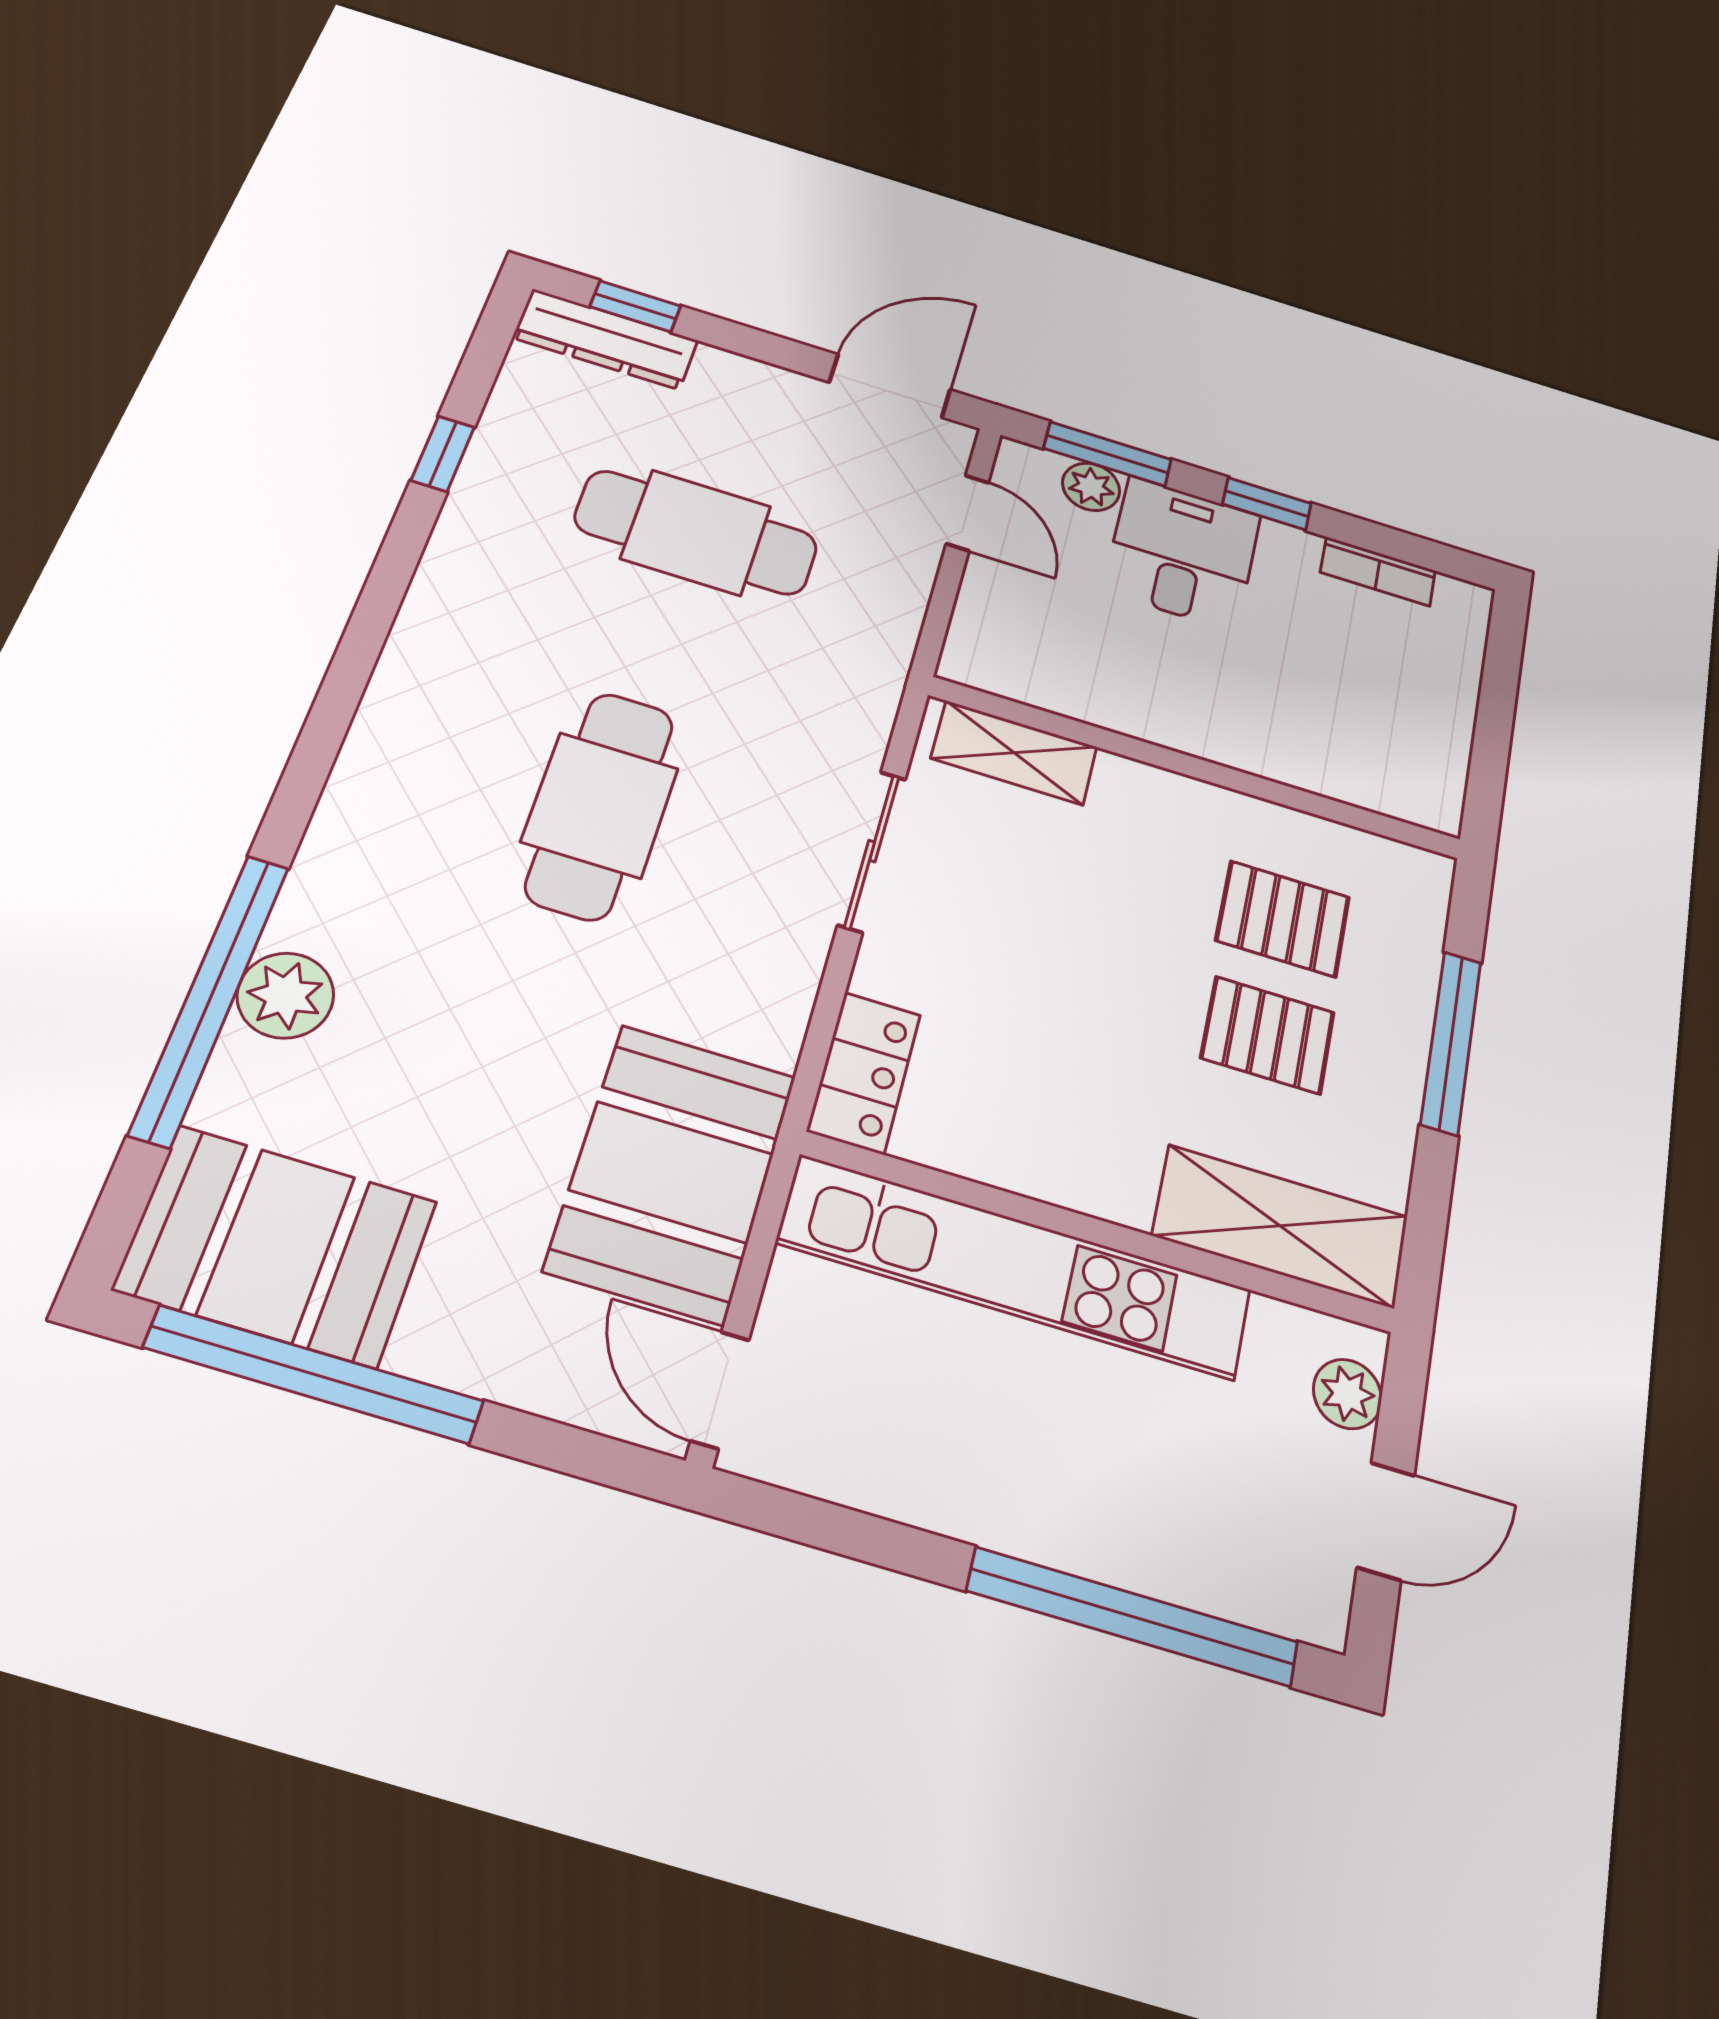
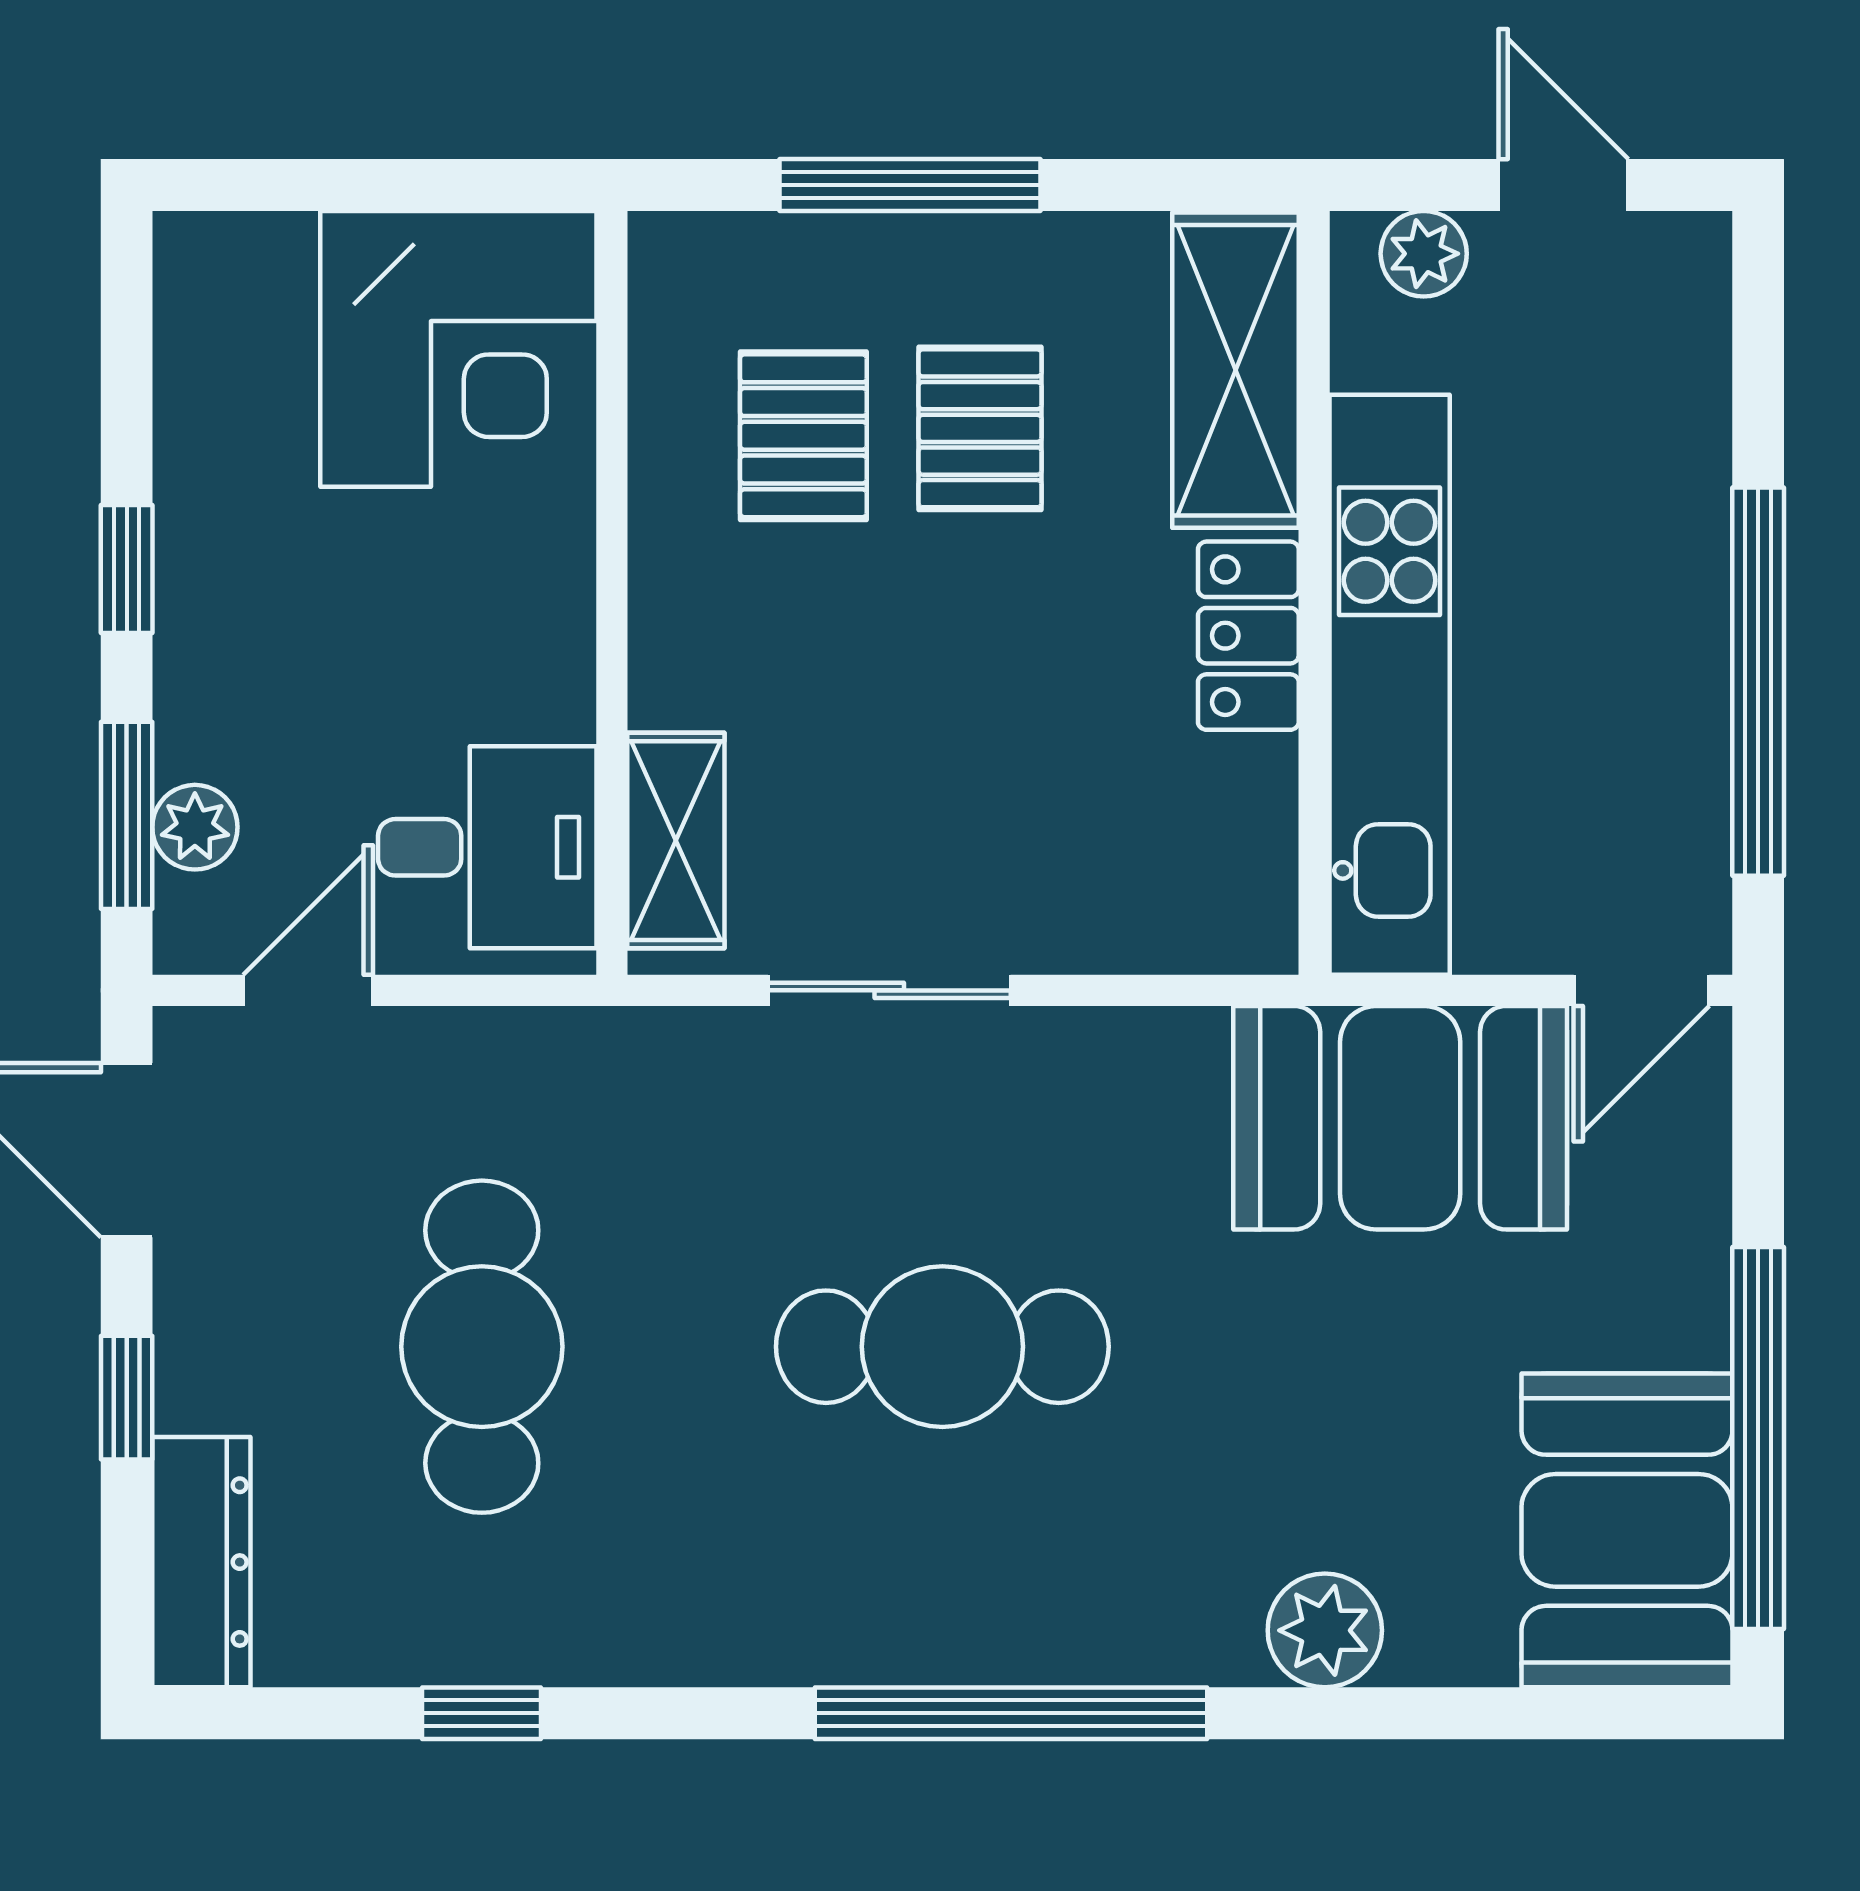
window: (635, 306) -> (127, 1398), moved
desk: (1182, 553) -> (487, 847), moved, turned 180
bookcase: (1378, 571) -> (186, 388), removed
corner desk: (1379, 730) -> (458, 349), added
window: (210, 998) -> (1011, 1713), moved
locker: (864, 1072) -> (1248, 636), moved, turned -90
window: (1133, 1617) -> (1758, 682), moved

